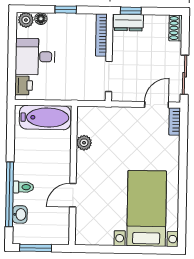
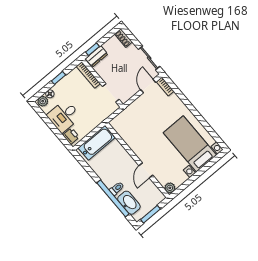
plant: (84, 143) -> (170, 188), moved
washbasin: (20, 214) -> (129, 203), width x1.91, depth x1.45

